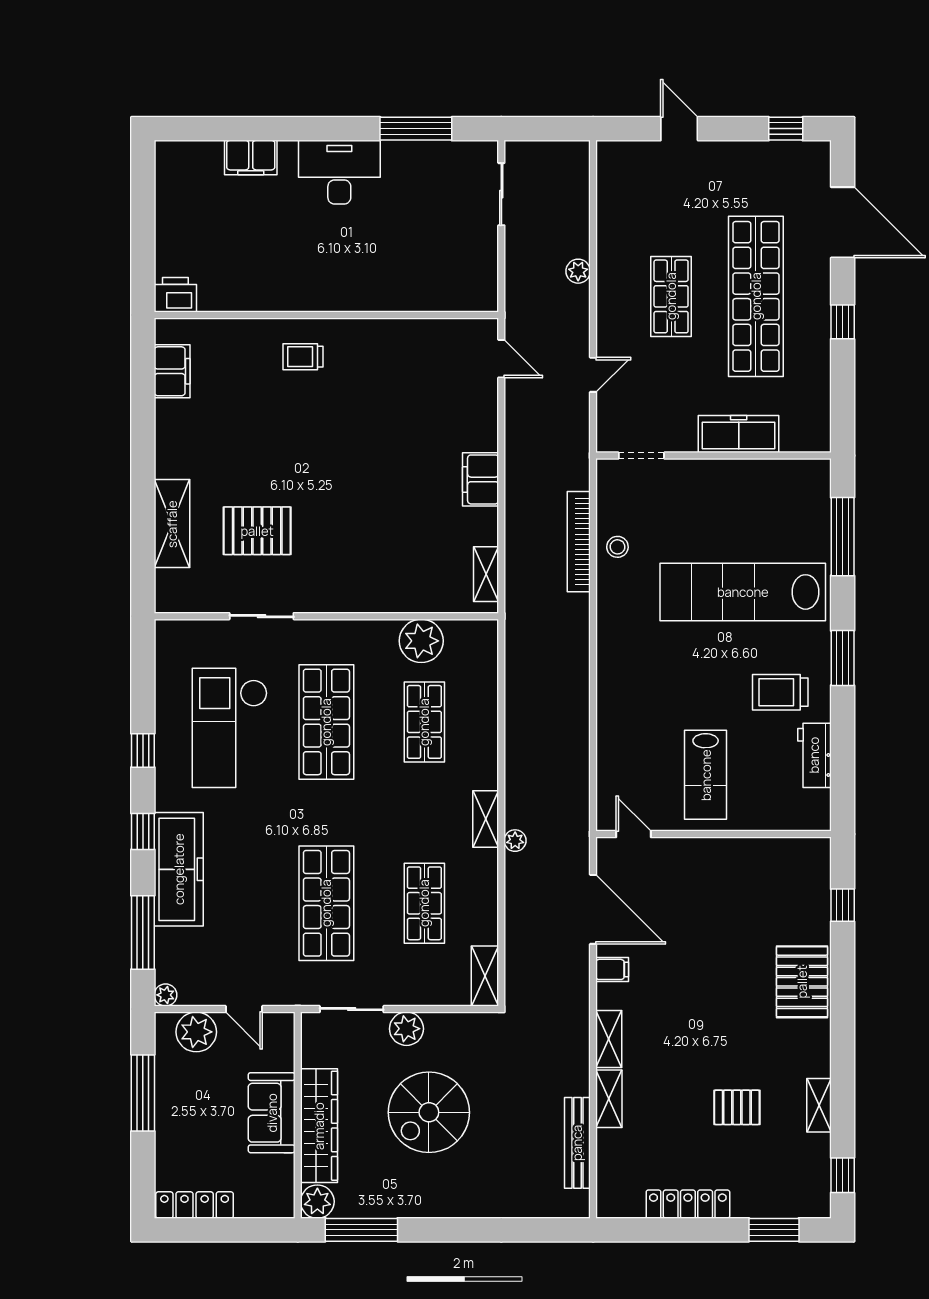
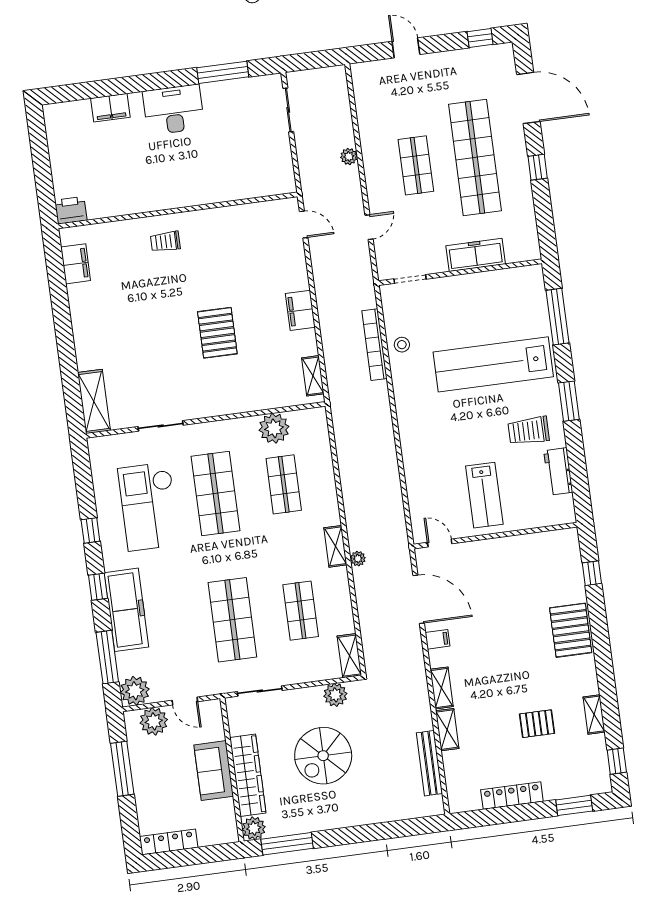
shelving: (172, 524) -> (94, 402), moved
pallet: (257, 531) -> (217, 333), moved, turned 90
plant: (166, 995) -> (135, 691), width x1.88, depth x1.88
plant: (406, 1029) -> (335, 695), moved

